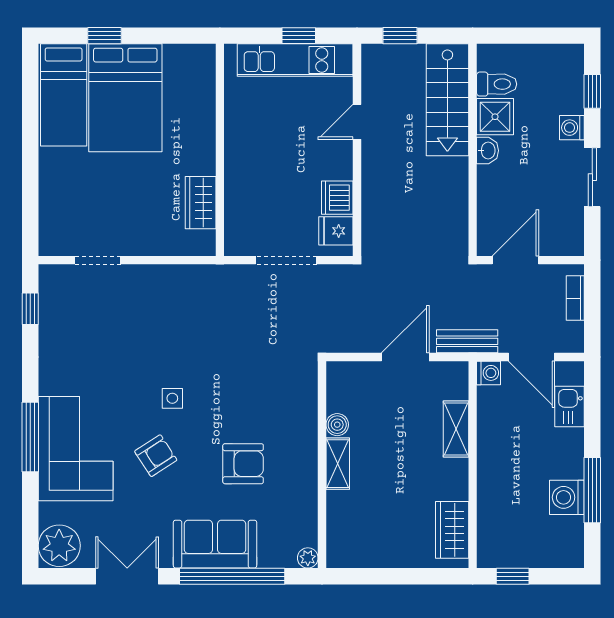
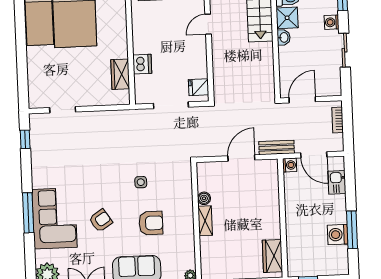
dishwasher: (337, 198) -> (142, 64), moved, turned 180
side table: (172, 398) -> (141, 182), moved
shelving: (456, 429) -> (272, 198), removed

